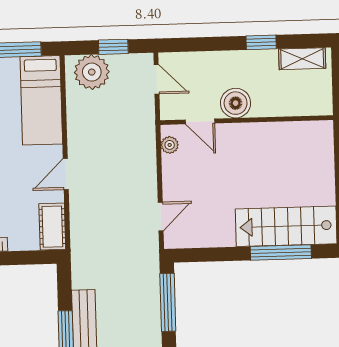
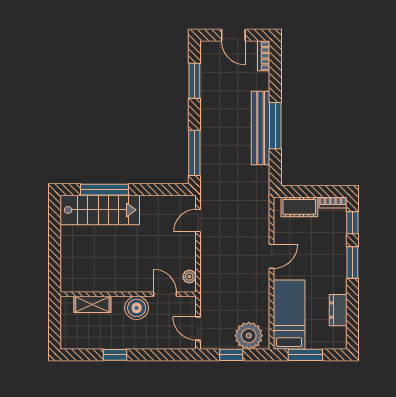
shelving: (302, 59) -> (92, 304), moved
cot: (52, 227) -> (299, 207), moved, turned 90

